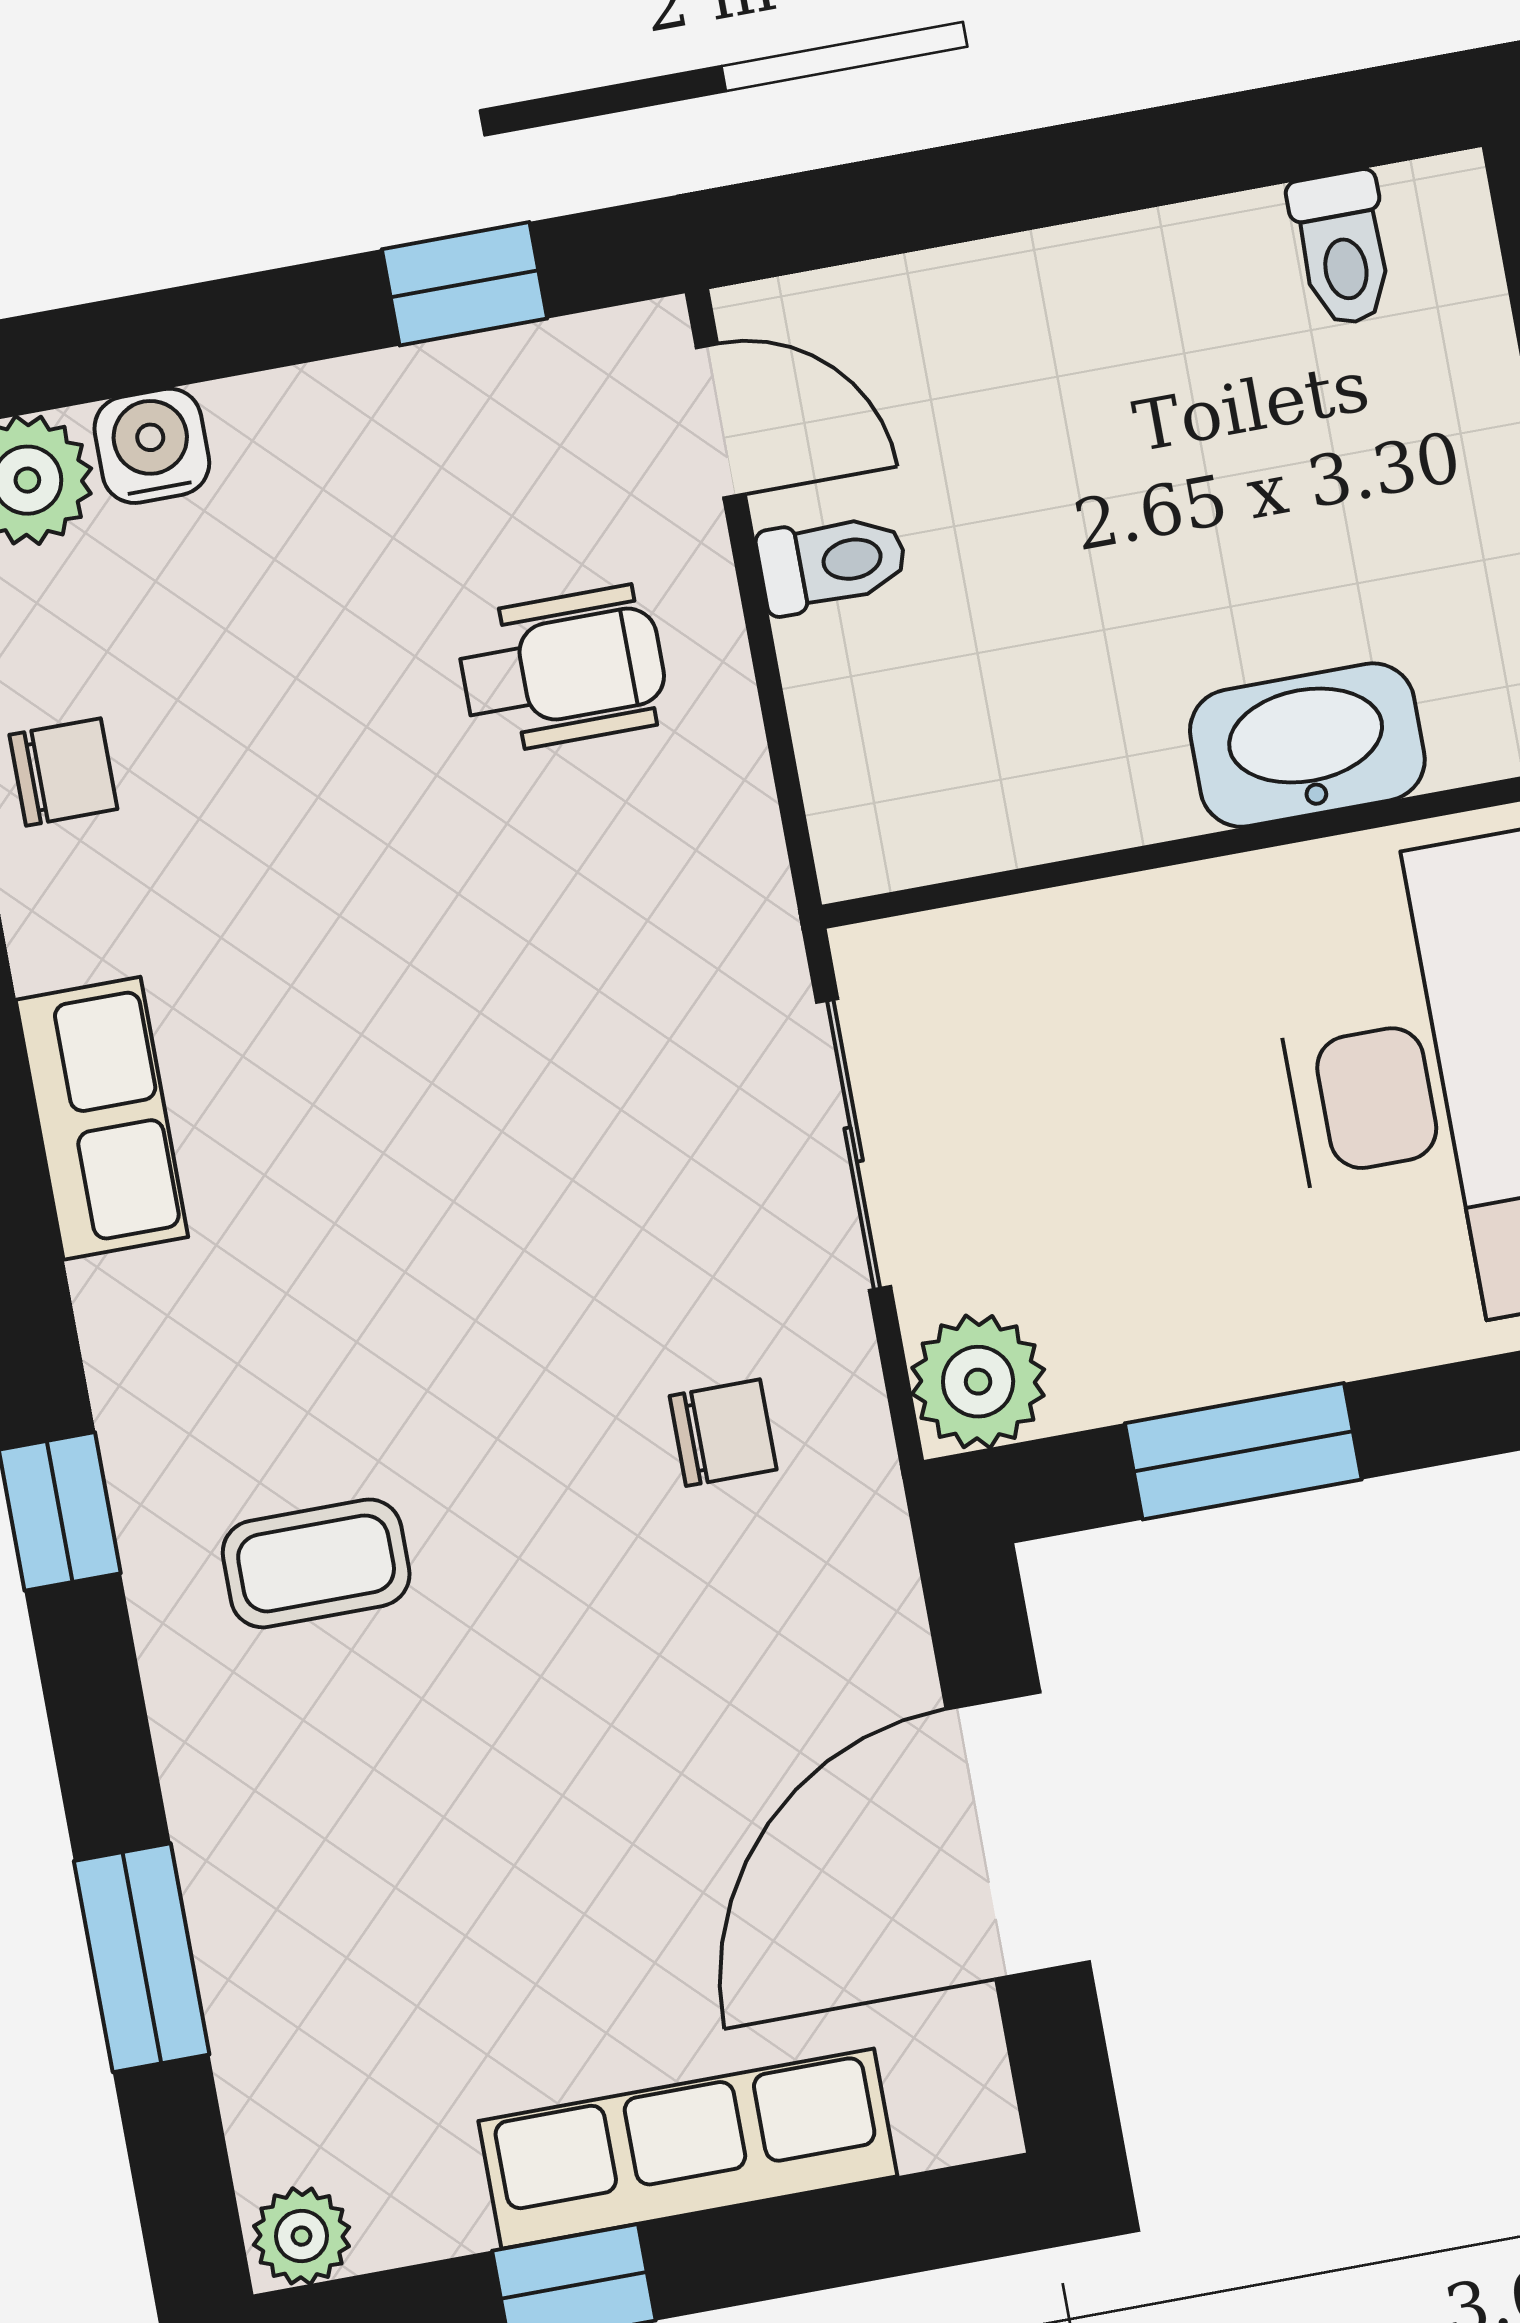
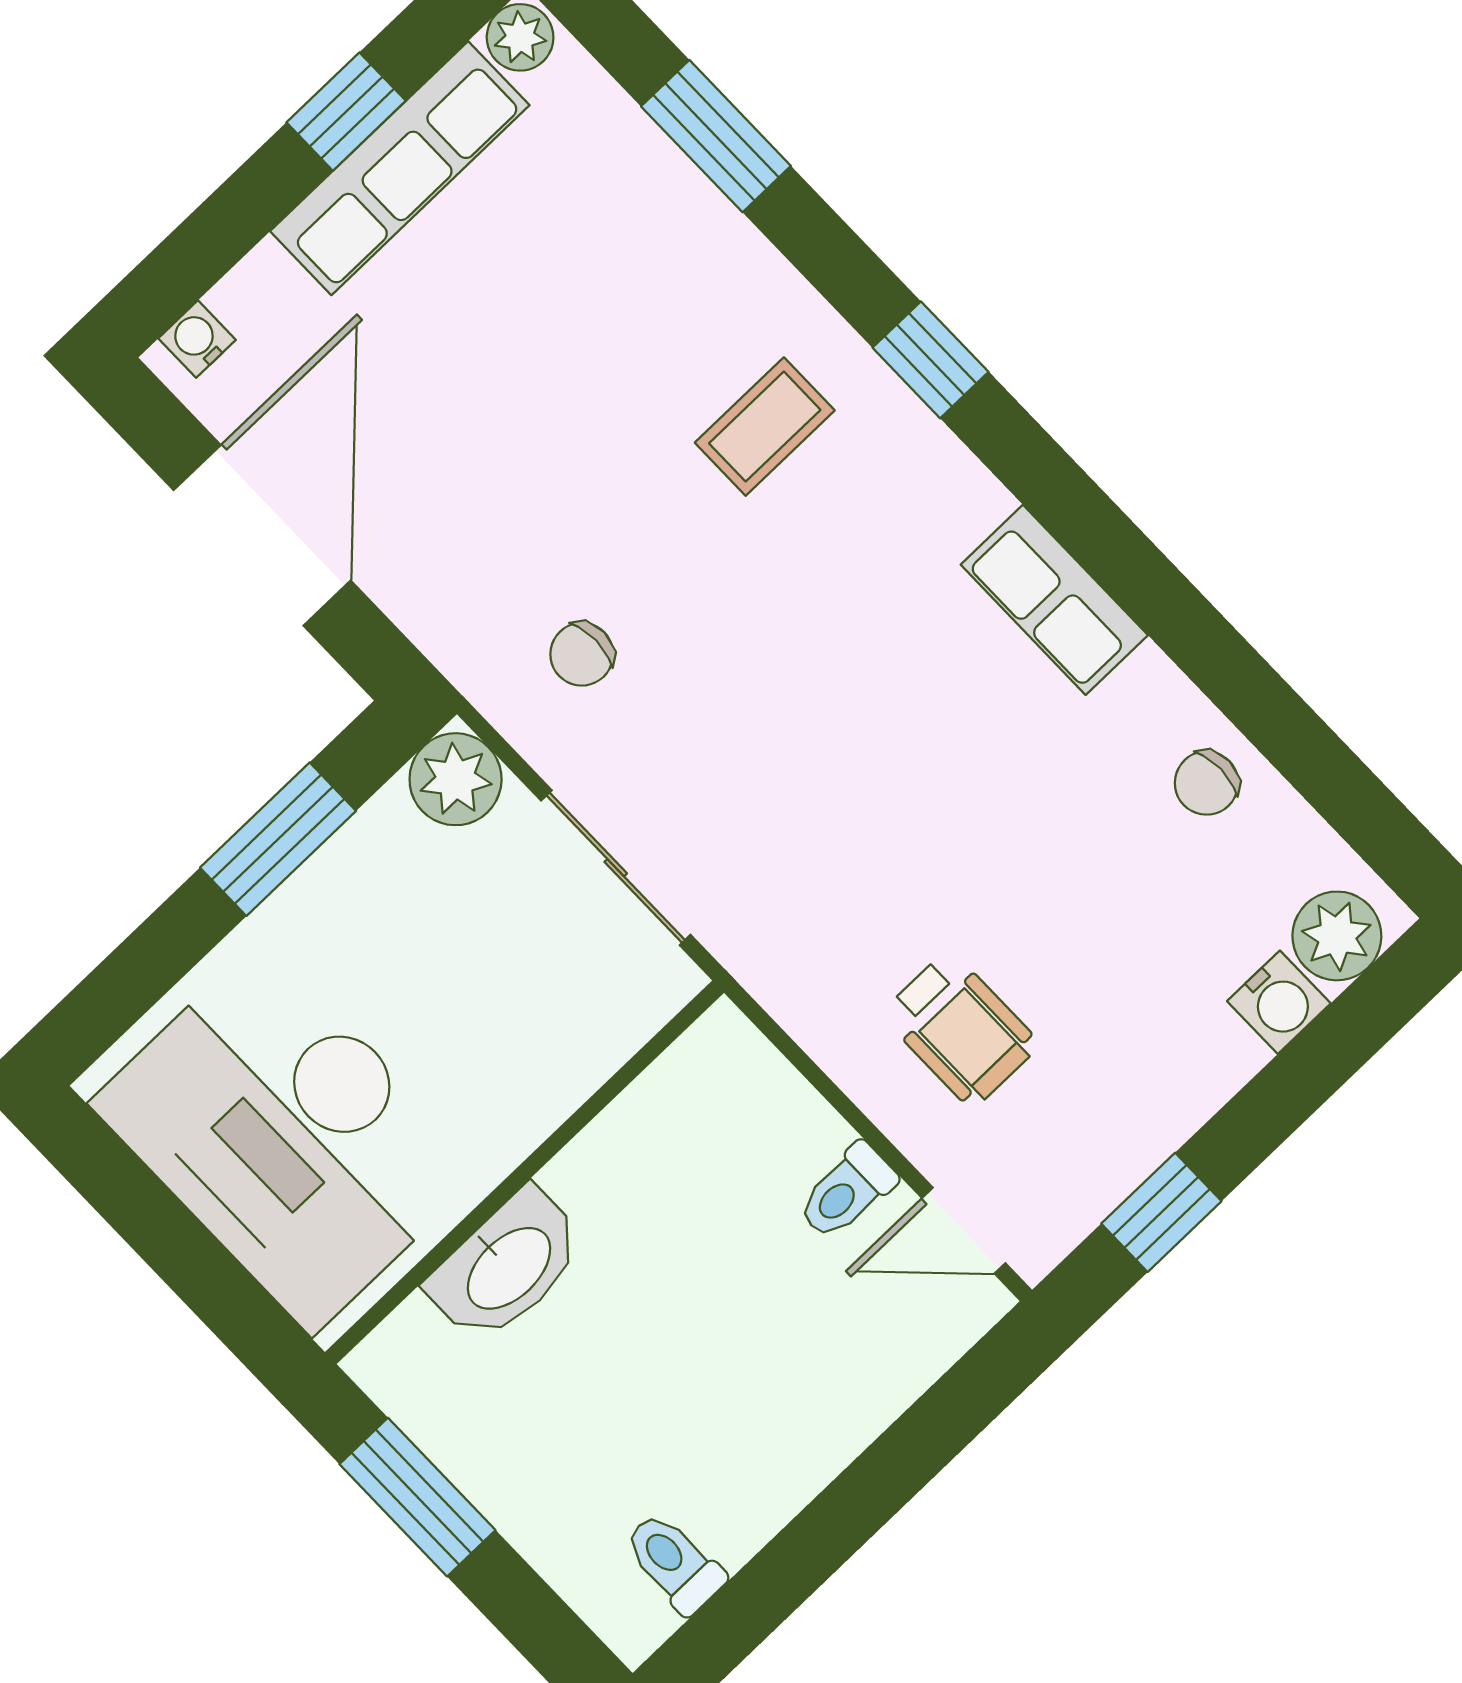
wheelchair: (563, 669) -> (960, 1029), turned -90
water cooler: (939, 2128) -> (197, 339), added
row of seats: (688, 2149) -> (400, 168), moved

